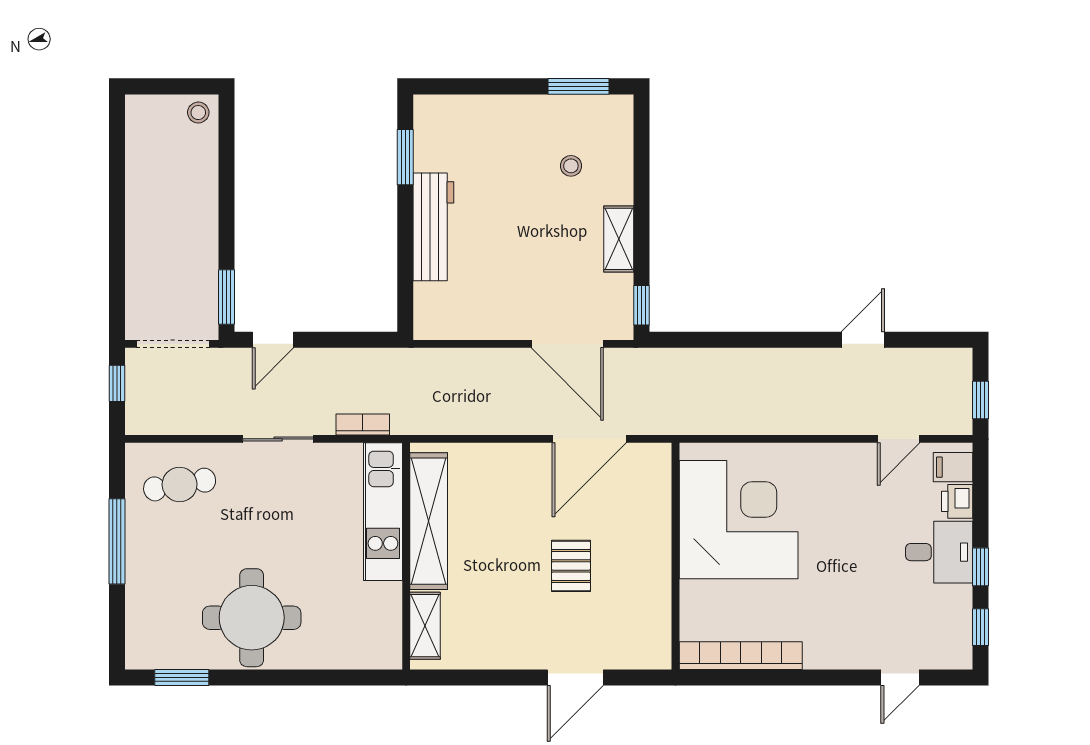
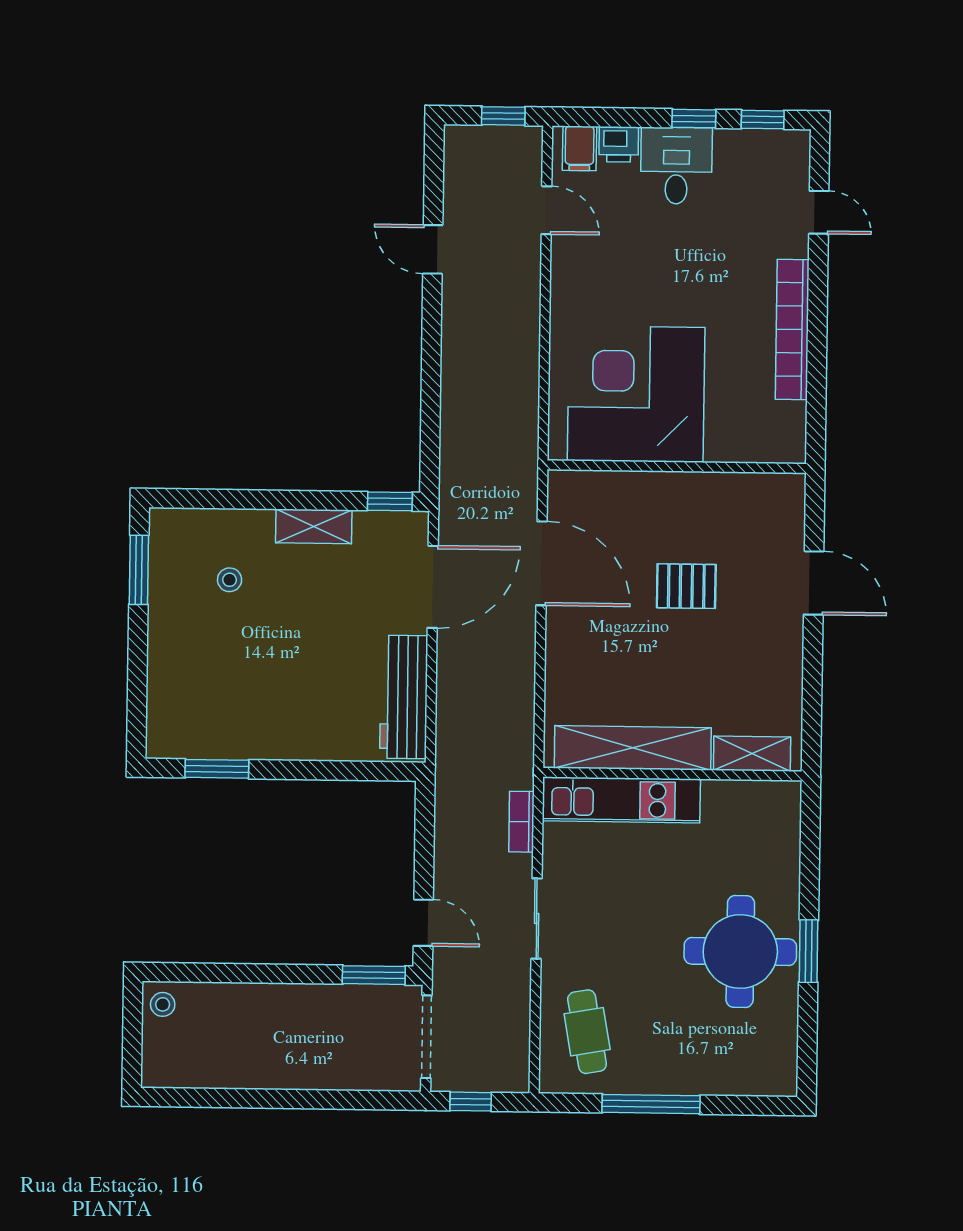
workbench: (433, 227) -> (404, 697), moved, turned -90
bookcase: (741, 656) -> (792, 329), moved
window: (182, 677) -> (809, 951), moved

